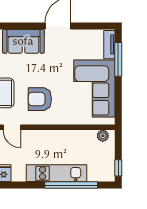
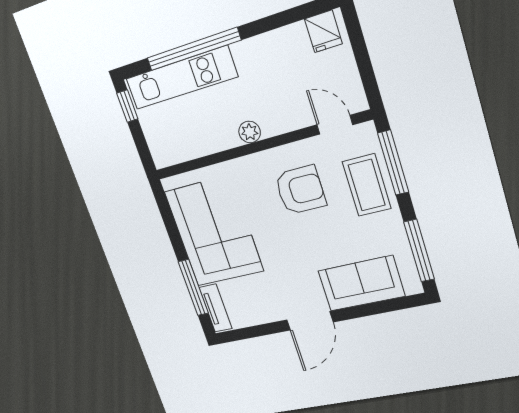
plant: (103, 136) -> (250, 132), moved
kitchen unit: (56, 173) -> (181, 78), moved

